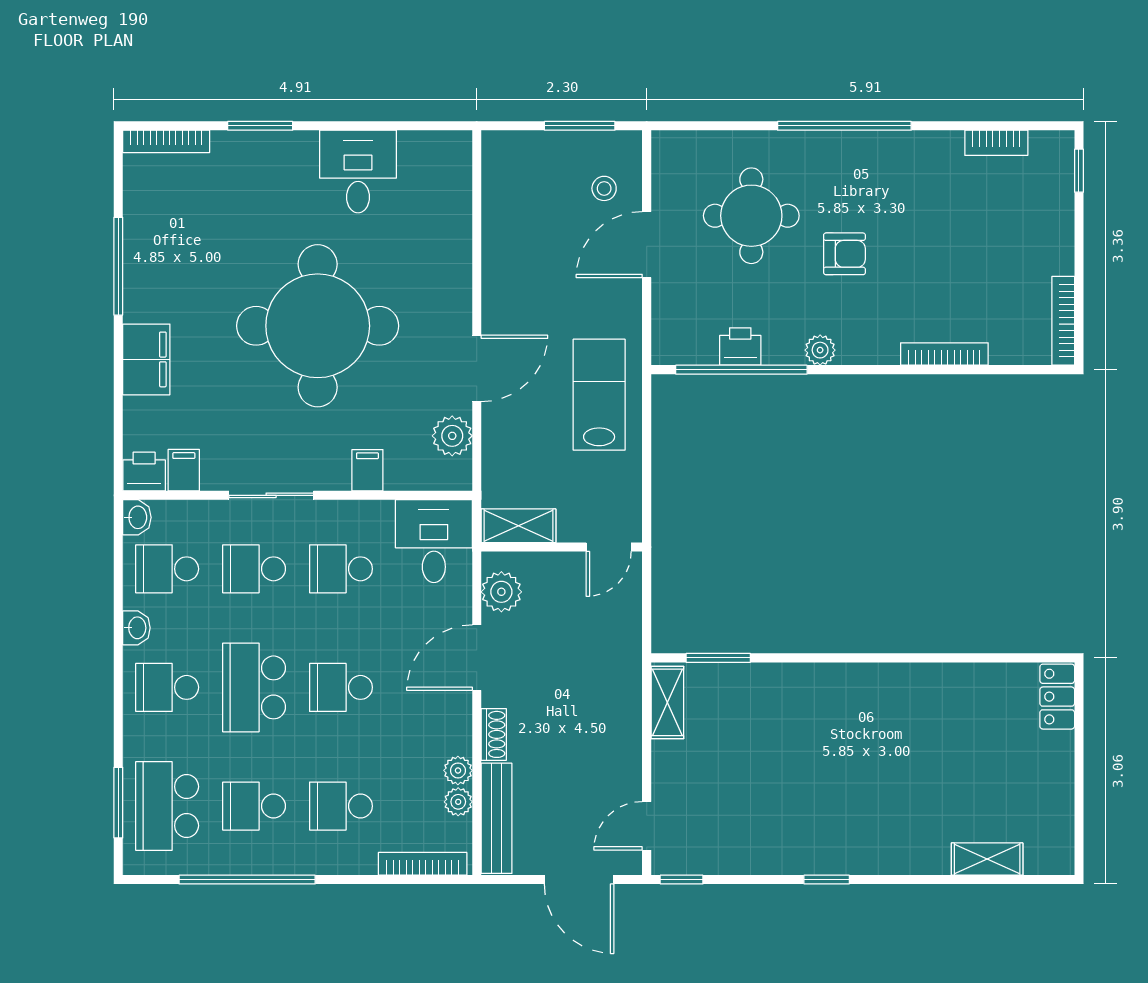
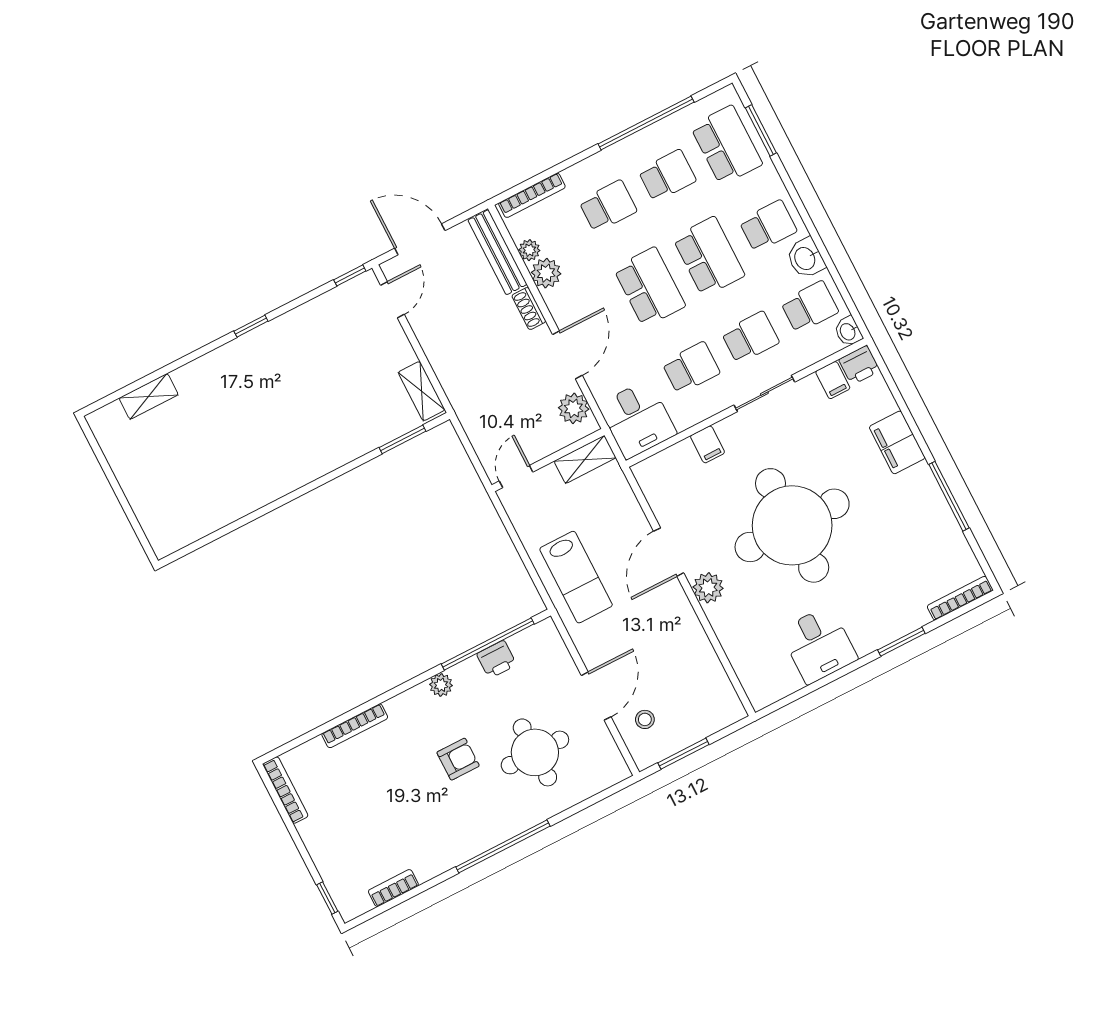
armchair: (844, 254) -> (458, 759), turned 180
plant: (452, 436) -> (708, 588), moved
washbasin: (136, 628) -> (806, 258), width x1.38, depth x1.45
school desk: (341, 687) -> (649, 287), width x1.85
locker: (1057, 697) -> (158, 532), removed
plant: (458, 770) -> (546, 273), width x1.38, depth x1.38

